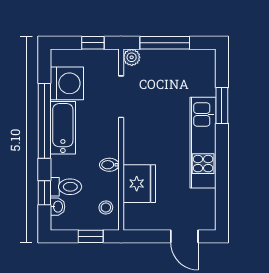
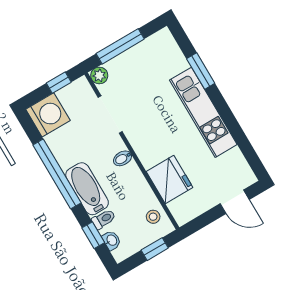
washing machine: (67, 83) -> (48, 115), moved
bathtub: (63, 128) -> (87, 189), moved
bidet: (109, 165) -> (123, 158), moved
toilet: (66, 187) -> (104, 219), width x0.73, depth x0.72

